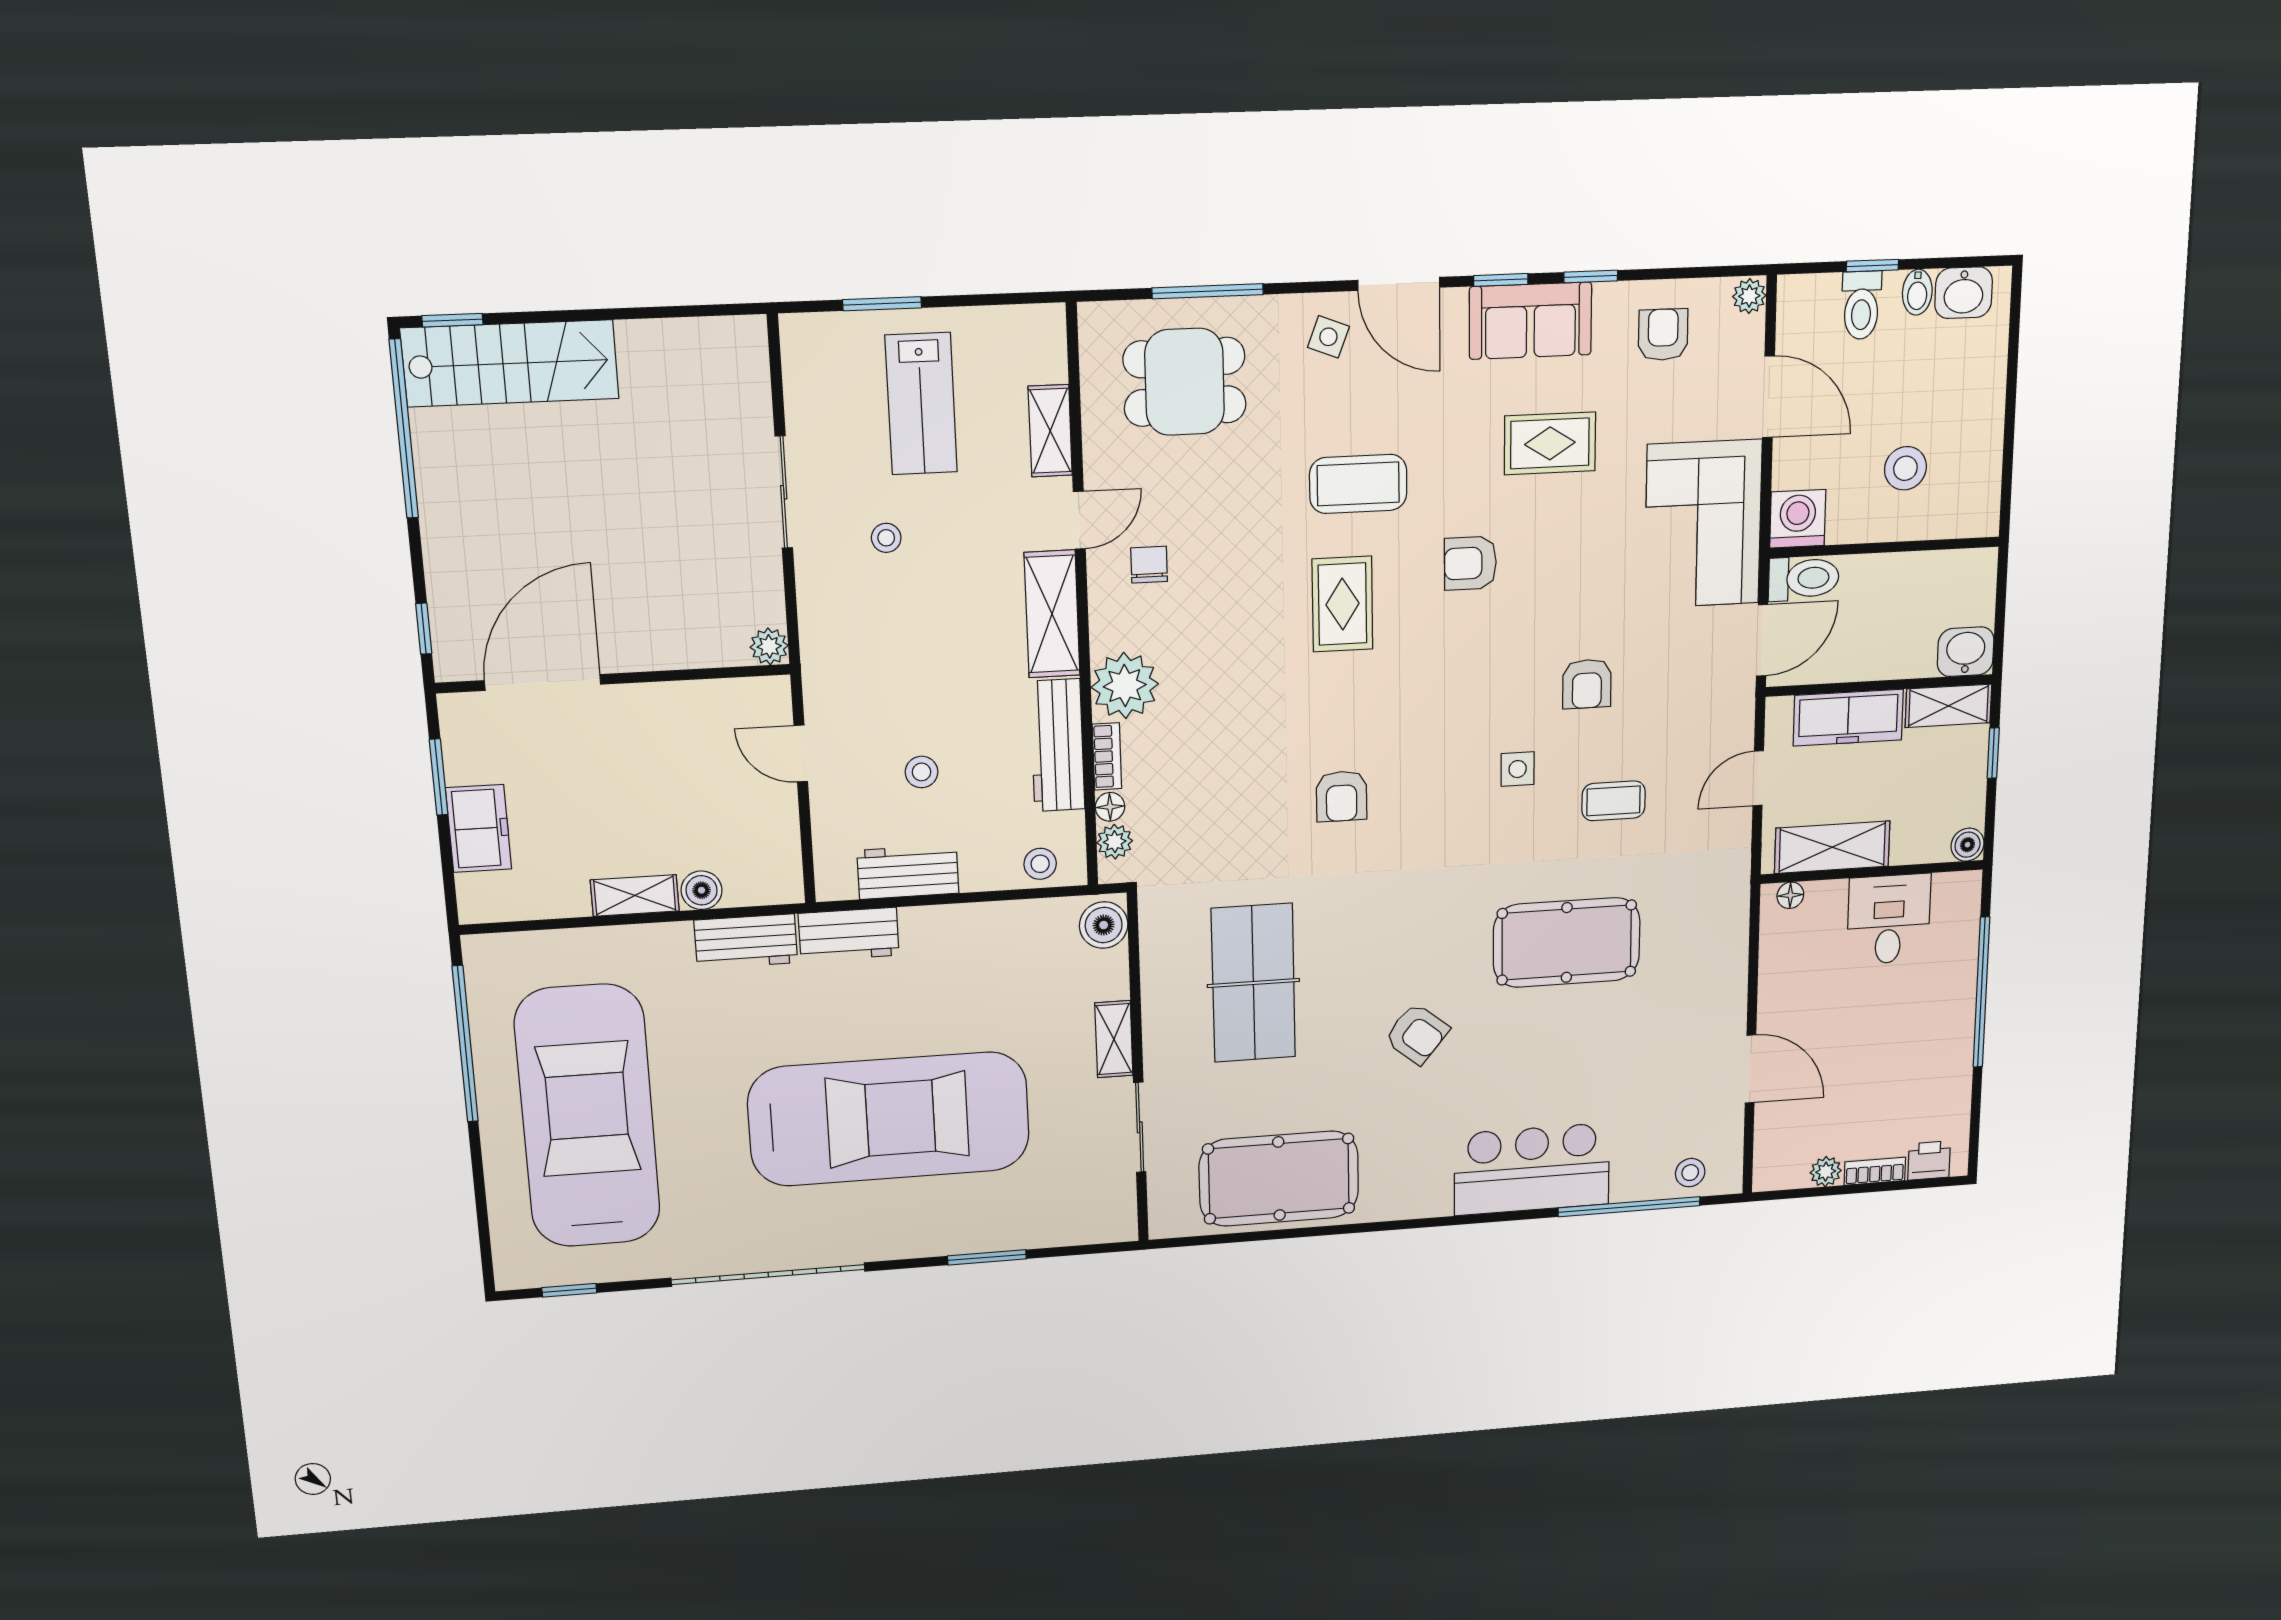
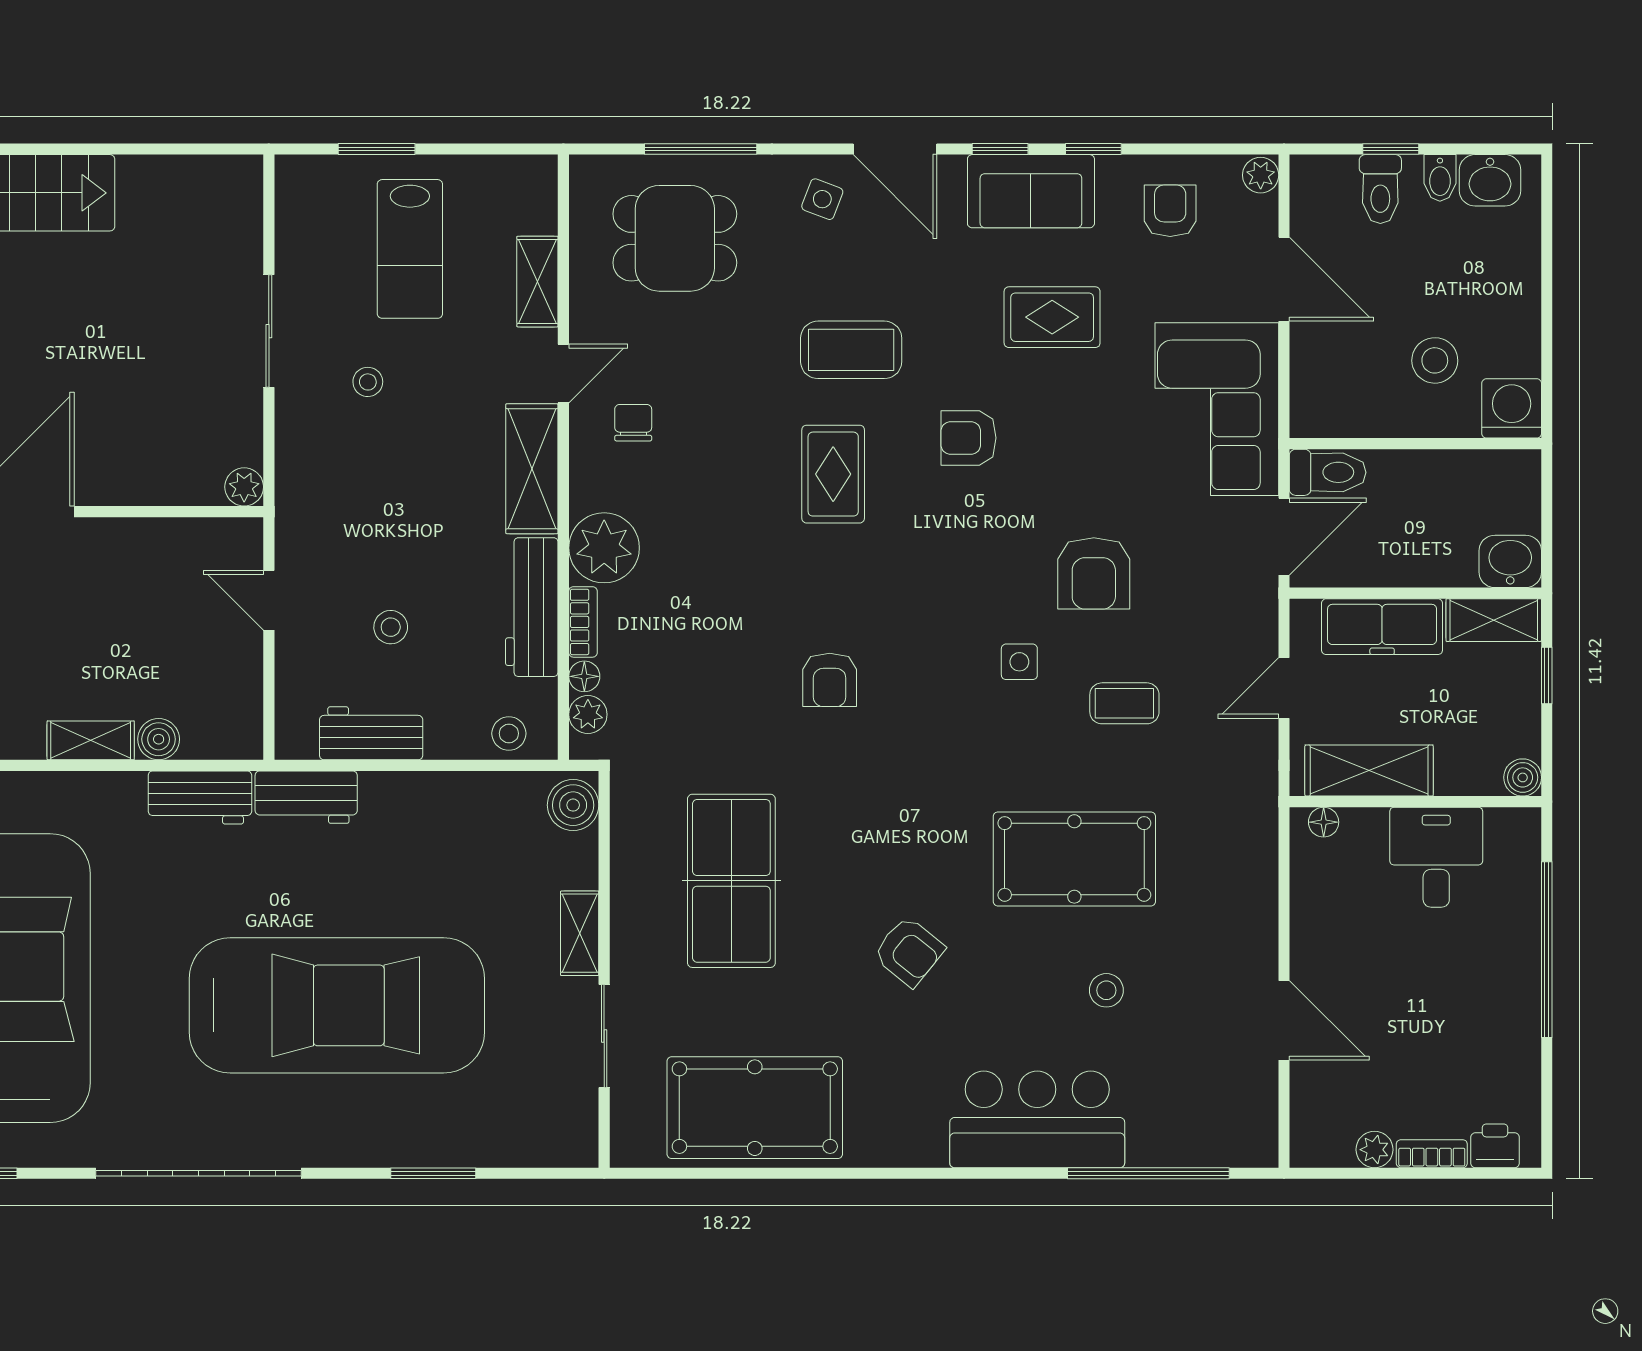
washing machine: (1798, 519) -> (1512, 408), moved
armchair: (1587, 684) -> (1094, 573), width x1.38, depth x1.38
stool: (1690, 1173) -> (1106, 990), moved

